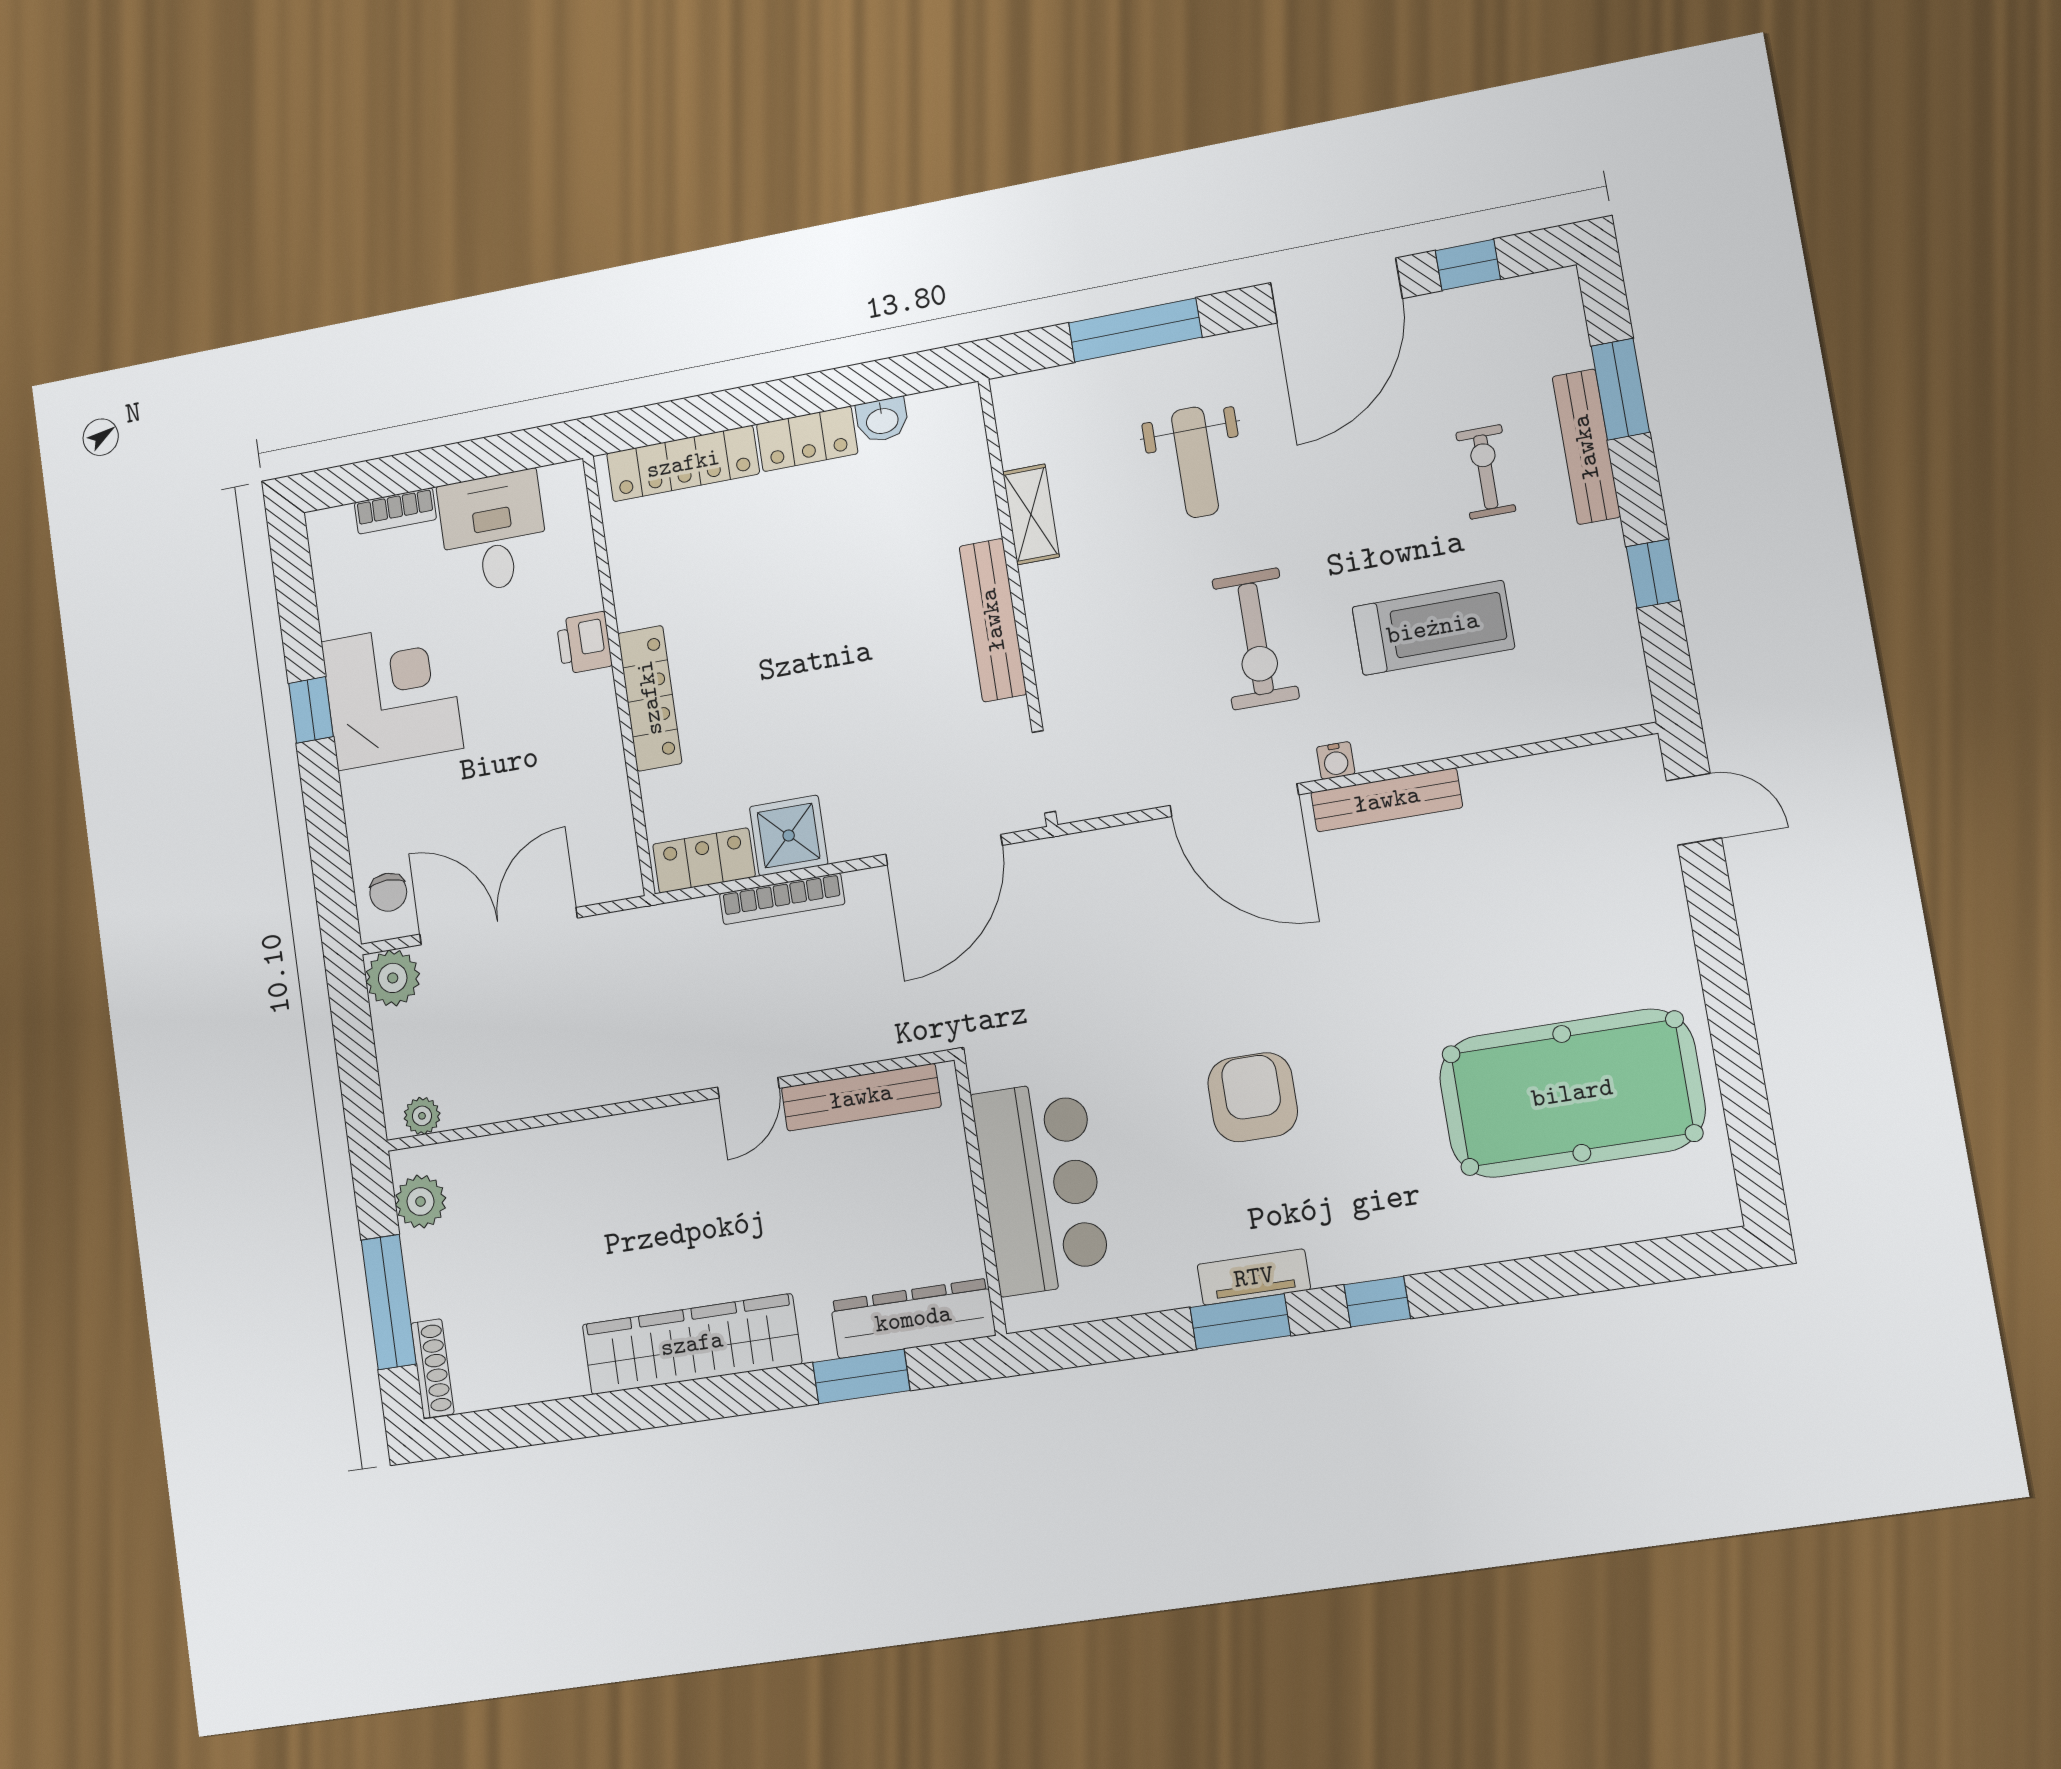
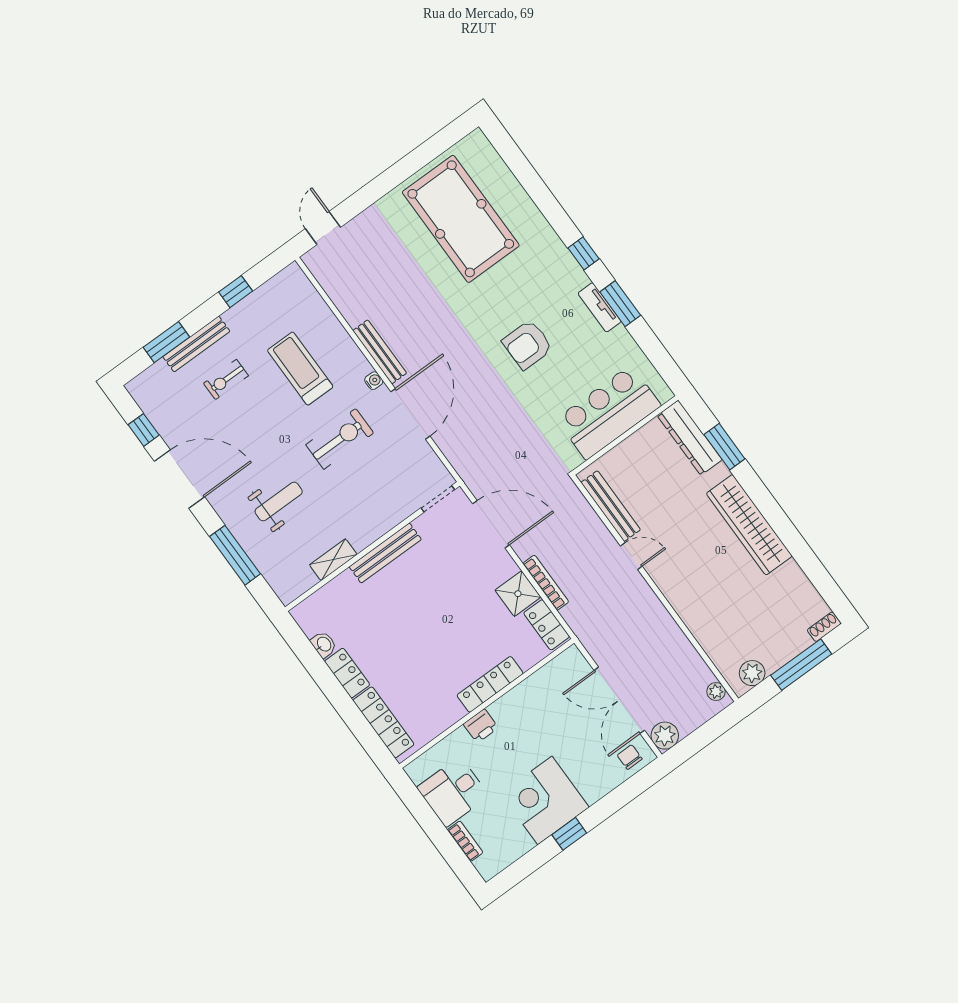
chair: (388, 892) -> (630, 757), turned -90
shoe rack: (432, 1369) -> (824, 627), width x0.70

